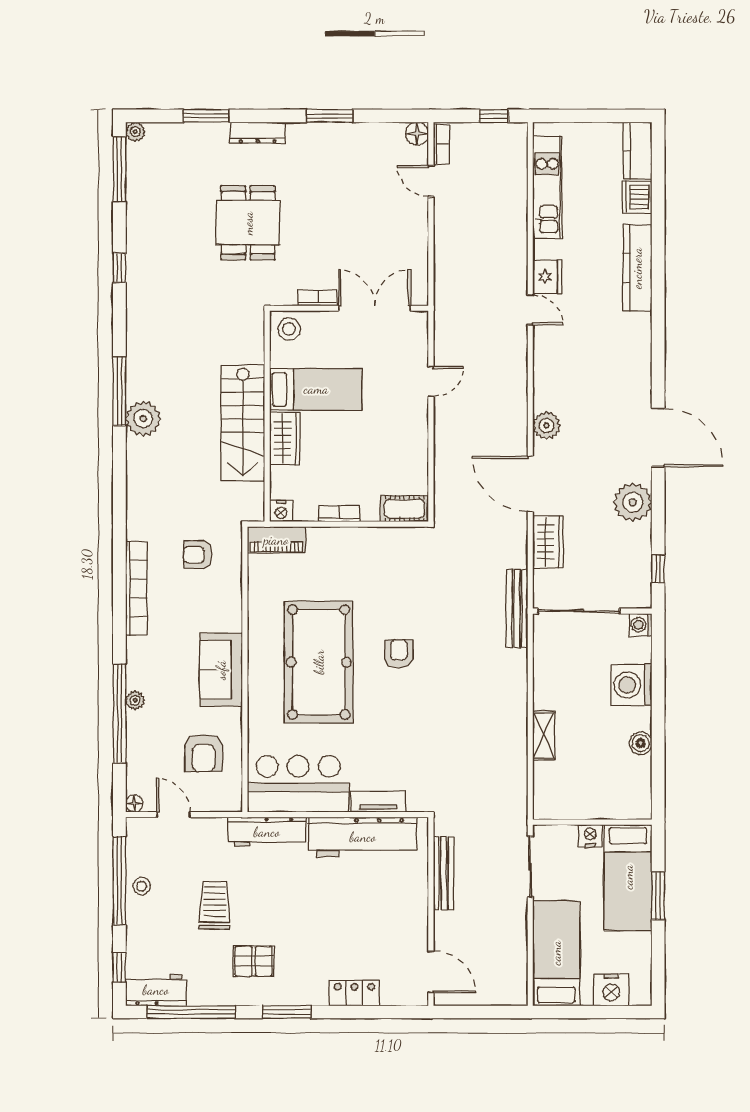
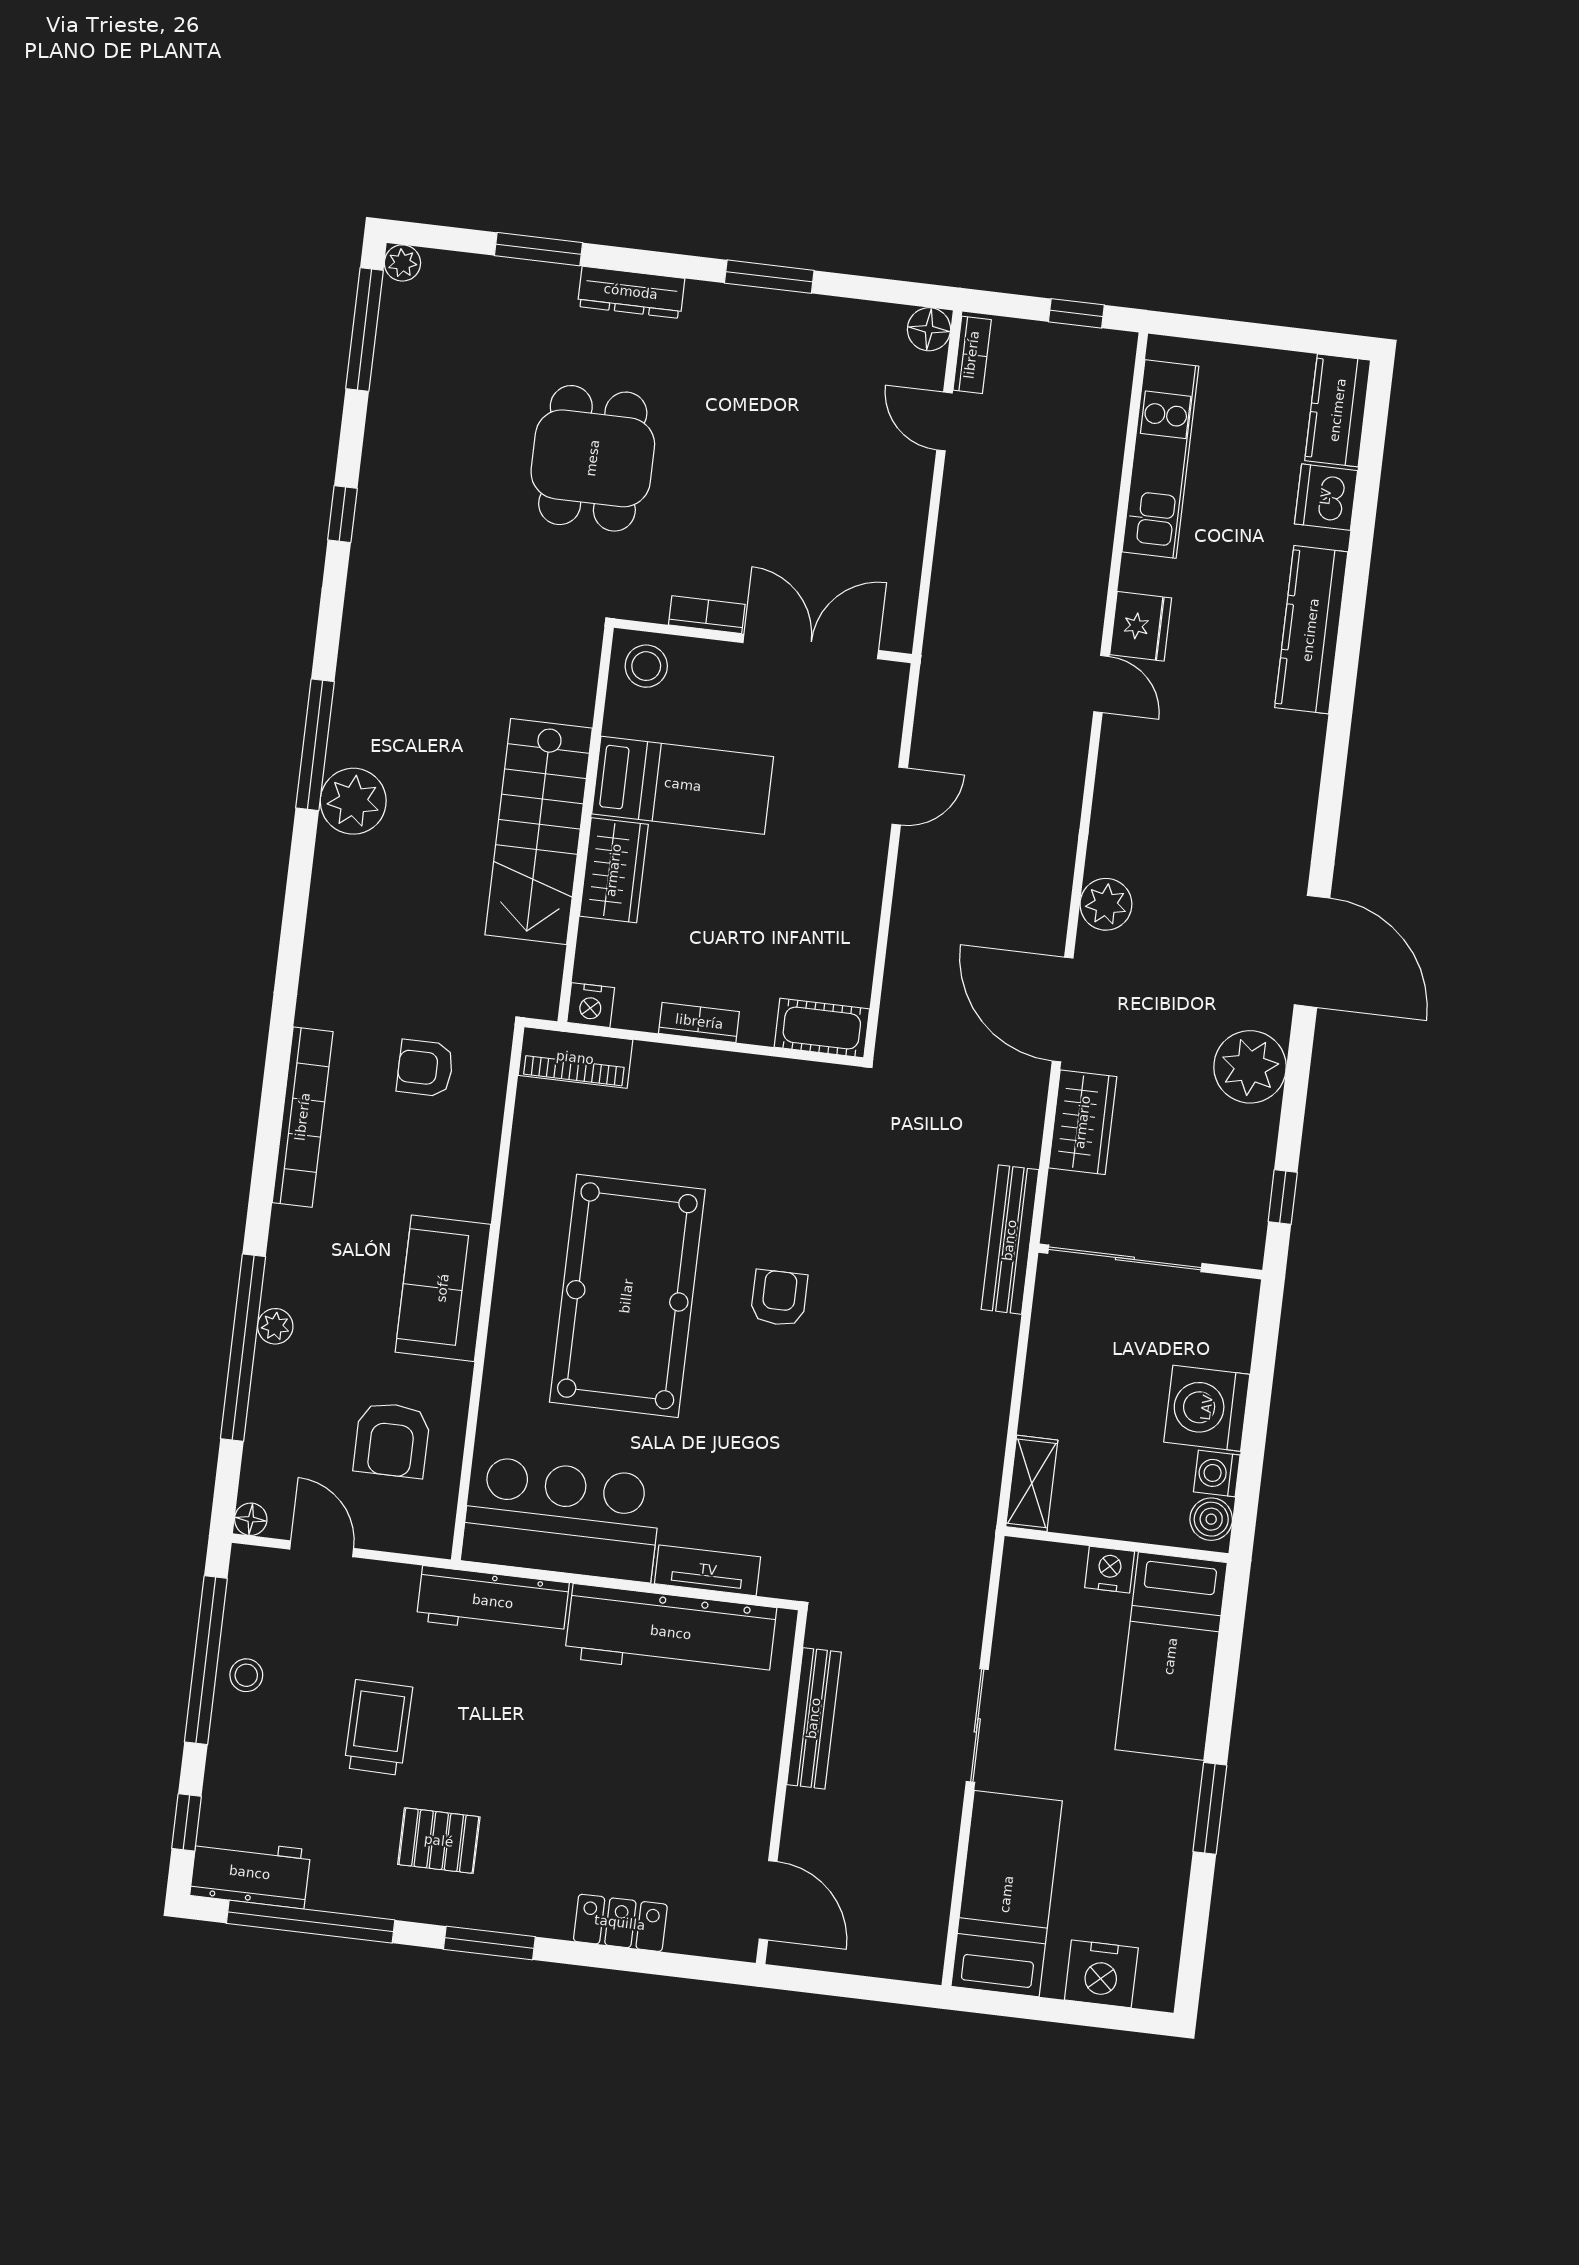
washing machine: (641, 625) -> (1217, 1473), moved
wall: (592, 822) -> (1117, 1545), moved
nightstand: (590, 836) -> (1110, 1570), moved
bed: (628, 877) -> (1171, 1656), moved

